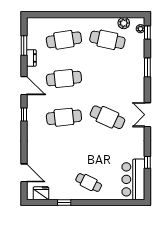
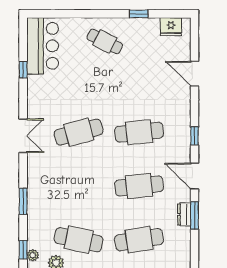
window: (24, 45) -> (195, 215), moved
cafe table: (107, 117) -> (79, 132), turned -39
door: (24, 173) -> (195, 74), moved

